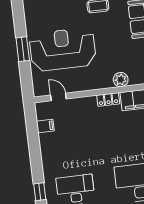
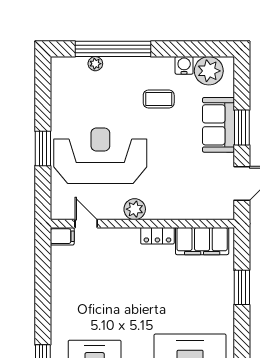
plant: (121, 80) -> (135, 209), moved
filing cabinet: (45, 126) -> (62, 236), moved

